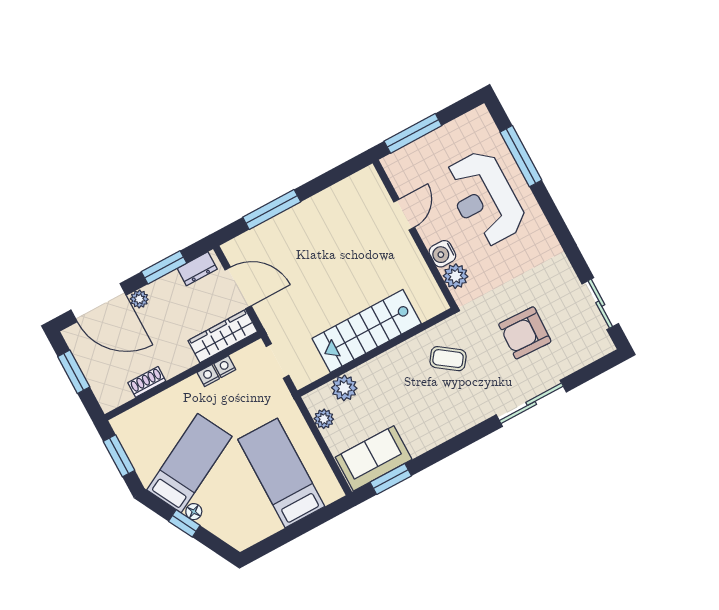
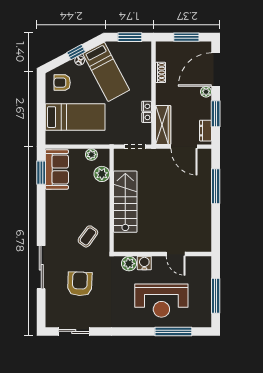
window: (413, 133) -> (216, 296), moved
reception desk: (485, 198) -> (161, 301), turned 180
door: (238, 288) -> (184, 147), hinge flipped
armchair: (240, 520) -> (62, 83), added

